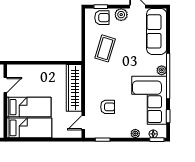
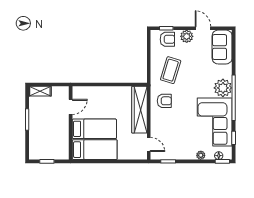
sofa: (157, 31) -> (222, 47), width x0.73
plant: (162, 70) -> (223, 88), width x1.87, depth x1.87
armchair: (108, 107) -> (164, 101), moved
door: (83, 123) -> (149, 144), swing flipped

